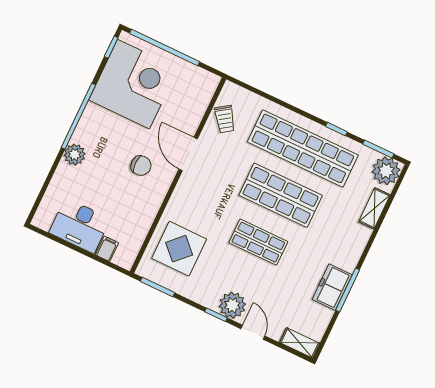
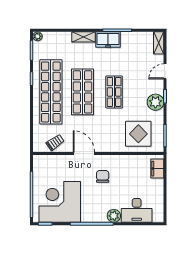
door: (188, 154) -> (84, 154), swing flipped
plant: (386, 171) -> (37, 36), width x0.53, depth x0.53
shelving: (374, 208) -> (83, 37), moved
desk: (80, 226) -> (137, 210), moved, turned 90
filing cabinet: (107, 249) -> (157, 169), width x2.00
freezer: (332, 287) -> (108, 40), moved
plant: (232, 305) -> (155, 102), moved

